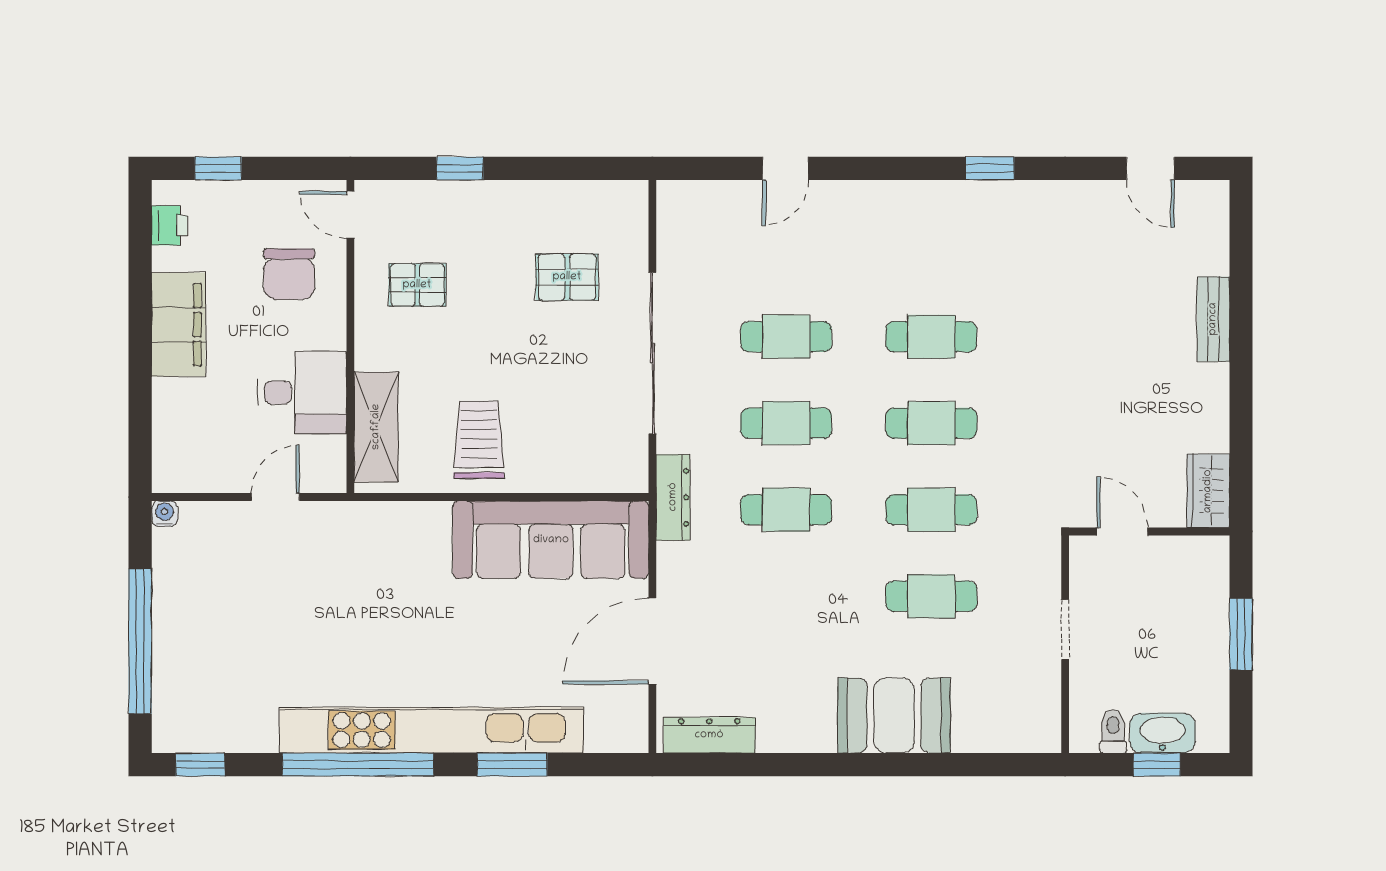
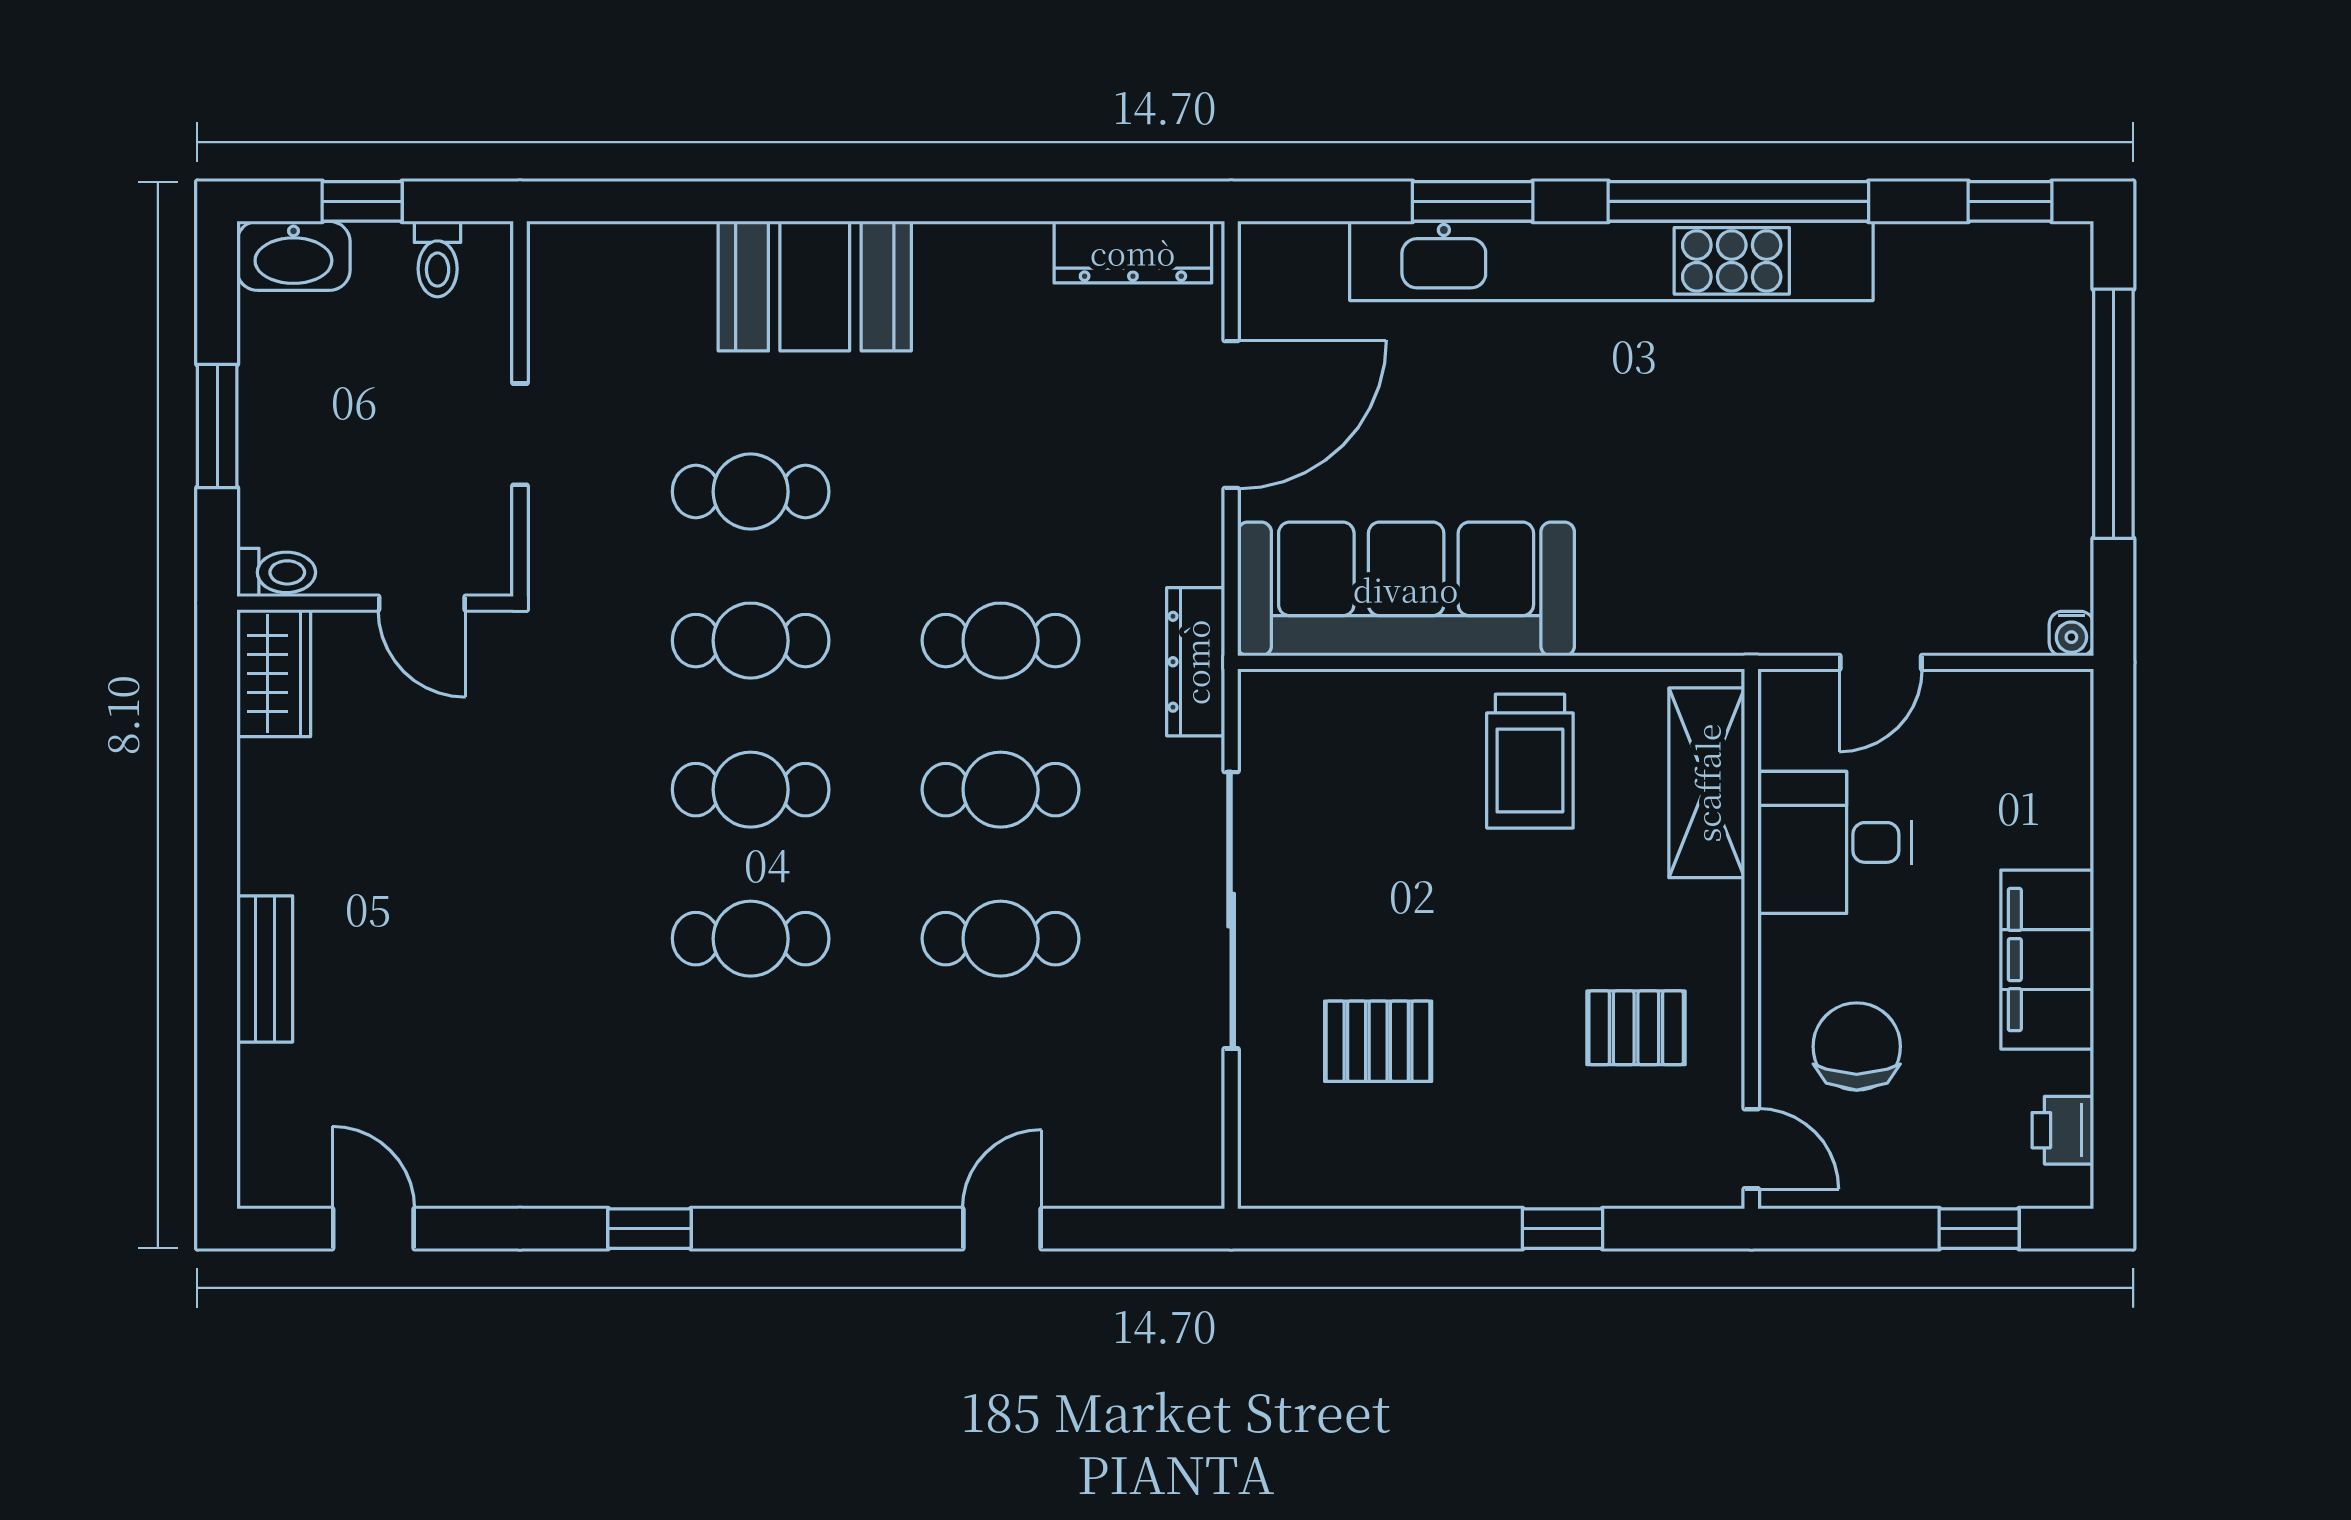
toilet: (1207, 549) -> (276, 572), added
washbasin: (1162, 733) -> (293, 256), moved

